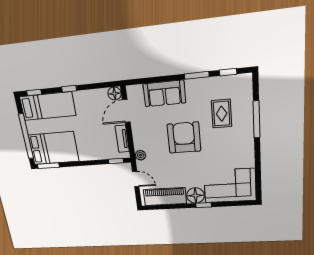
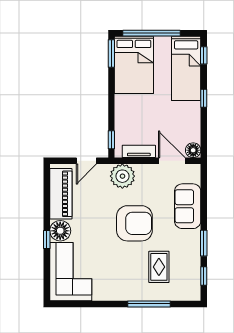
rug: (222, 114) -> (159, 267), turned 90
plant: (140, 155) -> (122, 176), width x1.88, depth x1.88

